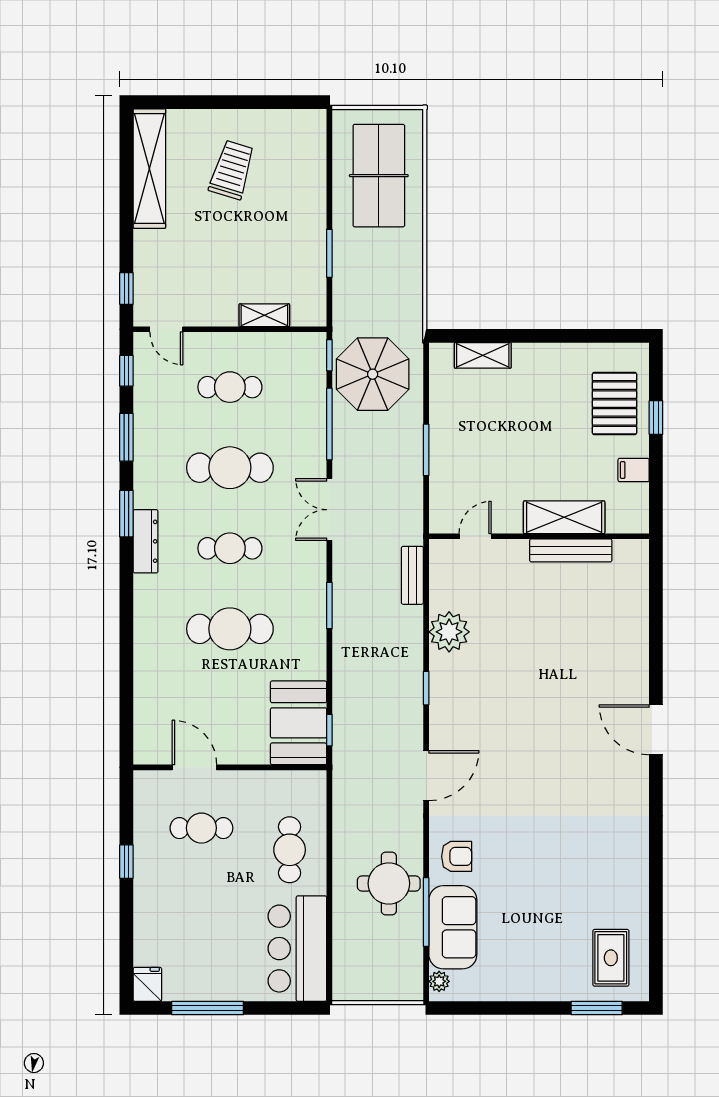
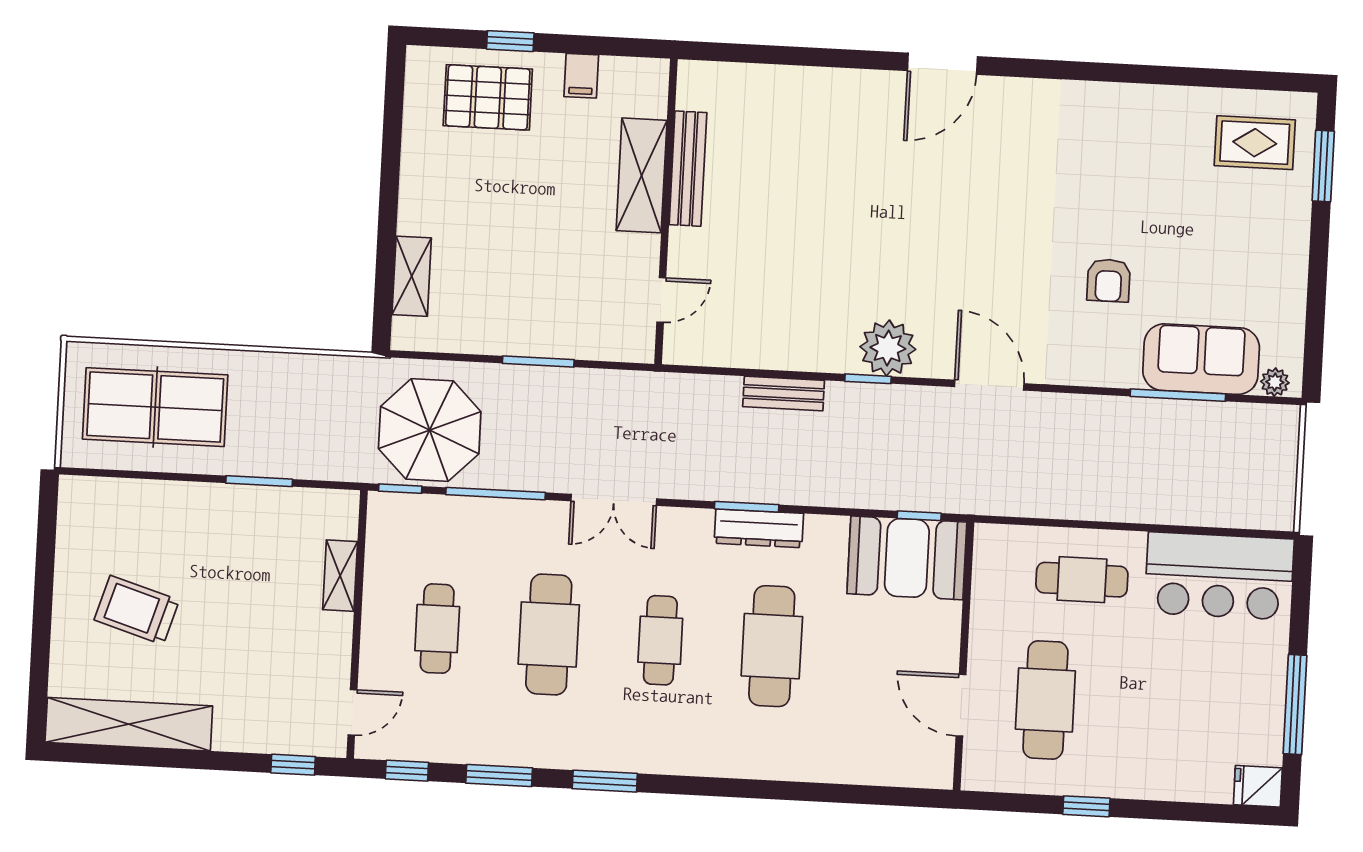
door: (475, 536) -> (661, 300), swing flipped
dresser: (146, 541) -> (759, 528), moved, turned 180
bench: (412, 575) -> (784, 393), moved
plant: (449, 632) -> (888, 348), moved
door: (194, 767) -> (961, 705), hinge flipped
cafe table: (201, 828) -> (1045, 700), width x1.37, depth x1.35
armchair: (457, 856) -> (1109, 280), moved, turned 180
round table: (389, 884) -> (1136, 445), removed

